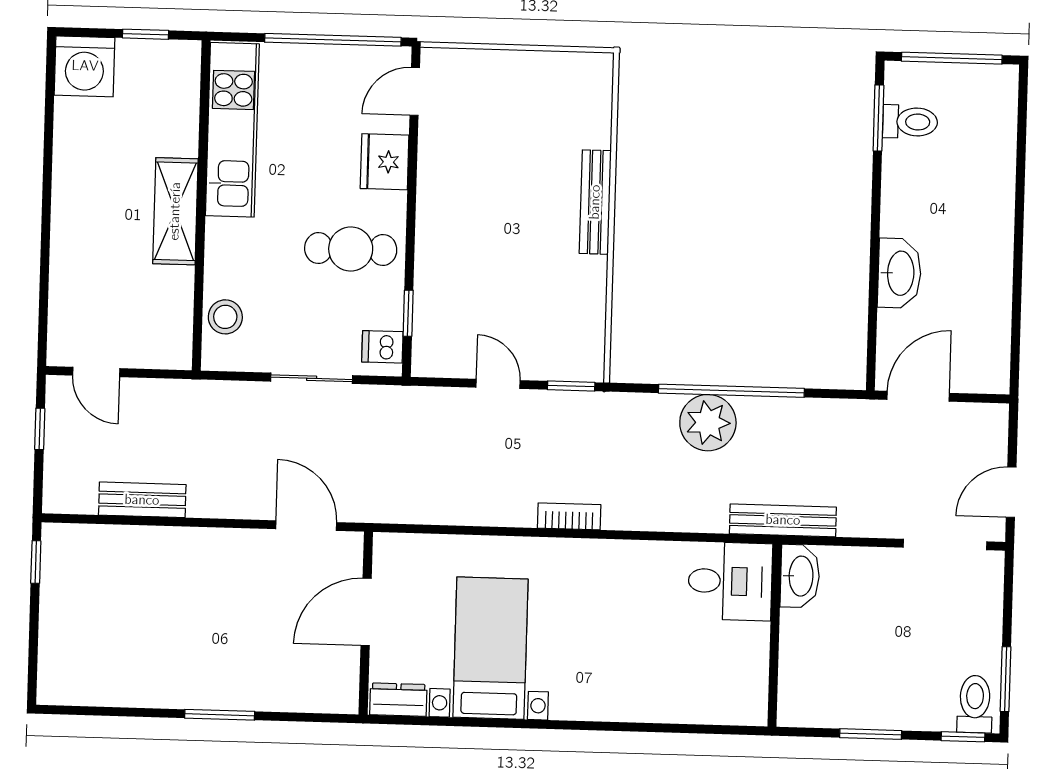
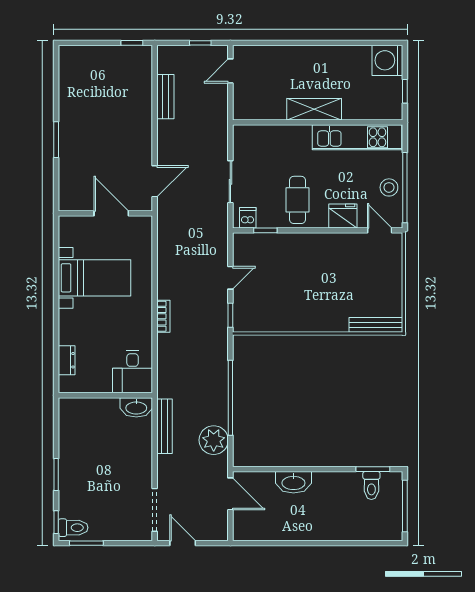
bench: (595, 202) -> (376, 325), moved
stool: (225, 317) -> (389, 187), moved
plant: (708, 423) -> (214, 440), moved
washbasin: (800, 576) -> (136, 407), moved
desk: (730, 581) -> (133, 372), moved
wall: (775, 635) -> (105, 395), moved
dresser: (398, 700) -> (67, 360), moved

